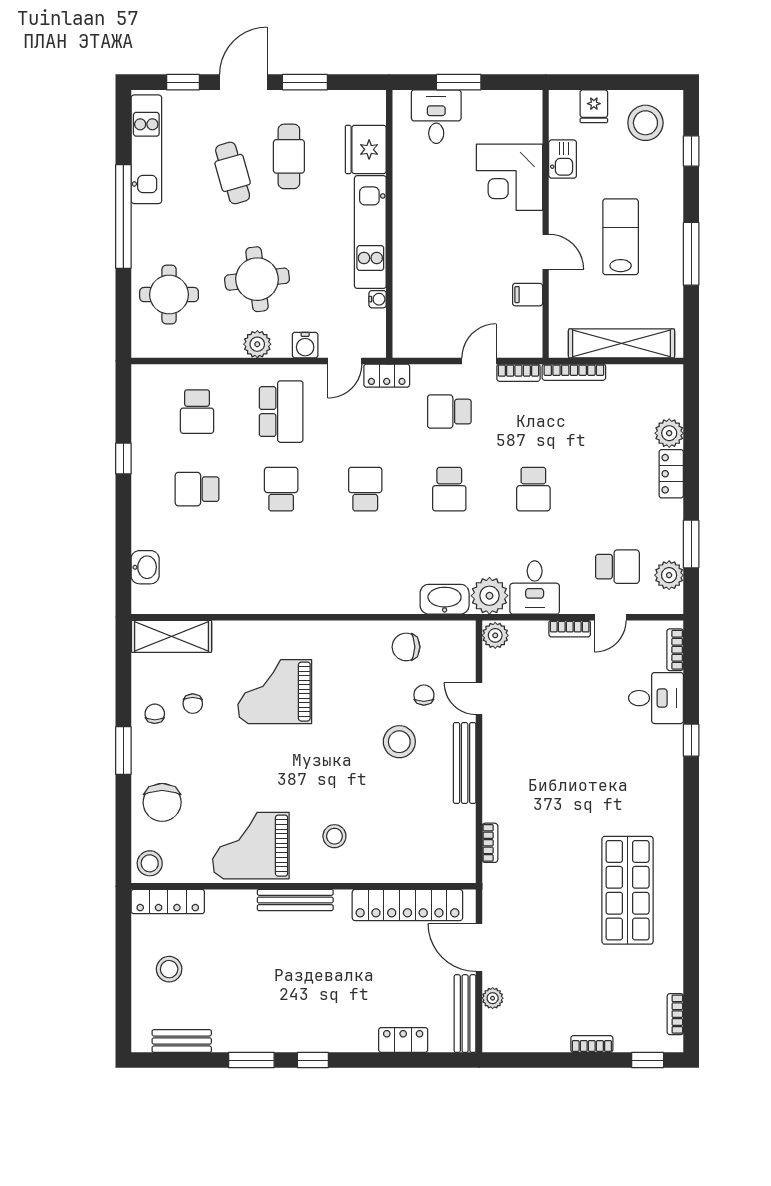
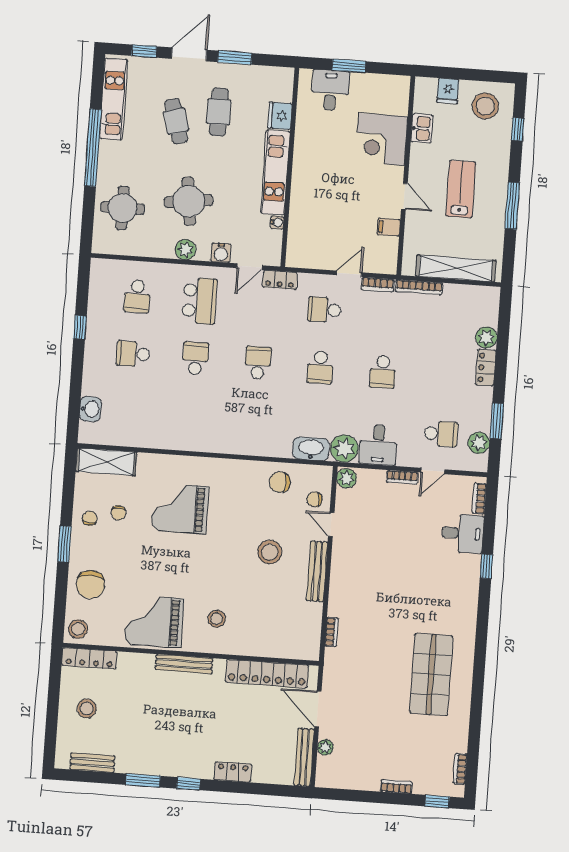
fridge: (366, 149) -> (280, 116), width x0.73, depth x0.75
chair: (424, 695) -> (315, 499), moved, turned -90
locker: (403, 1040) -> (233, 772), moved

